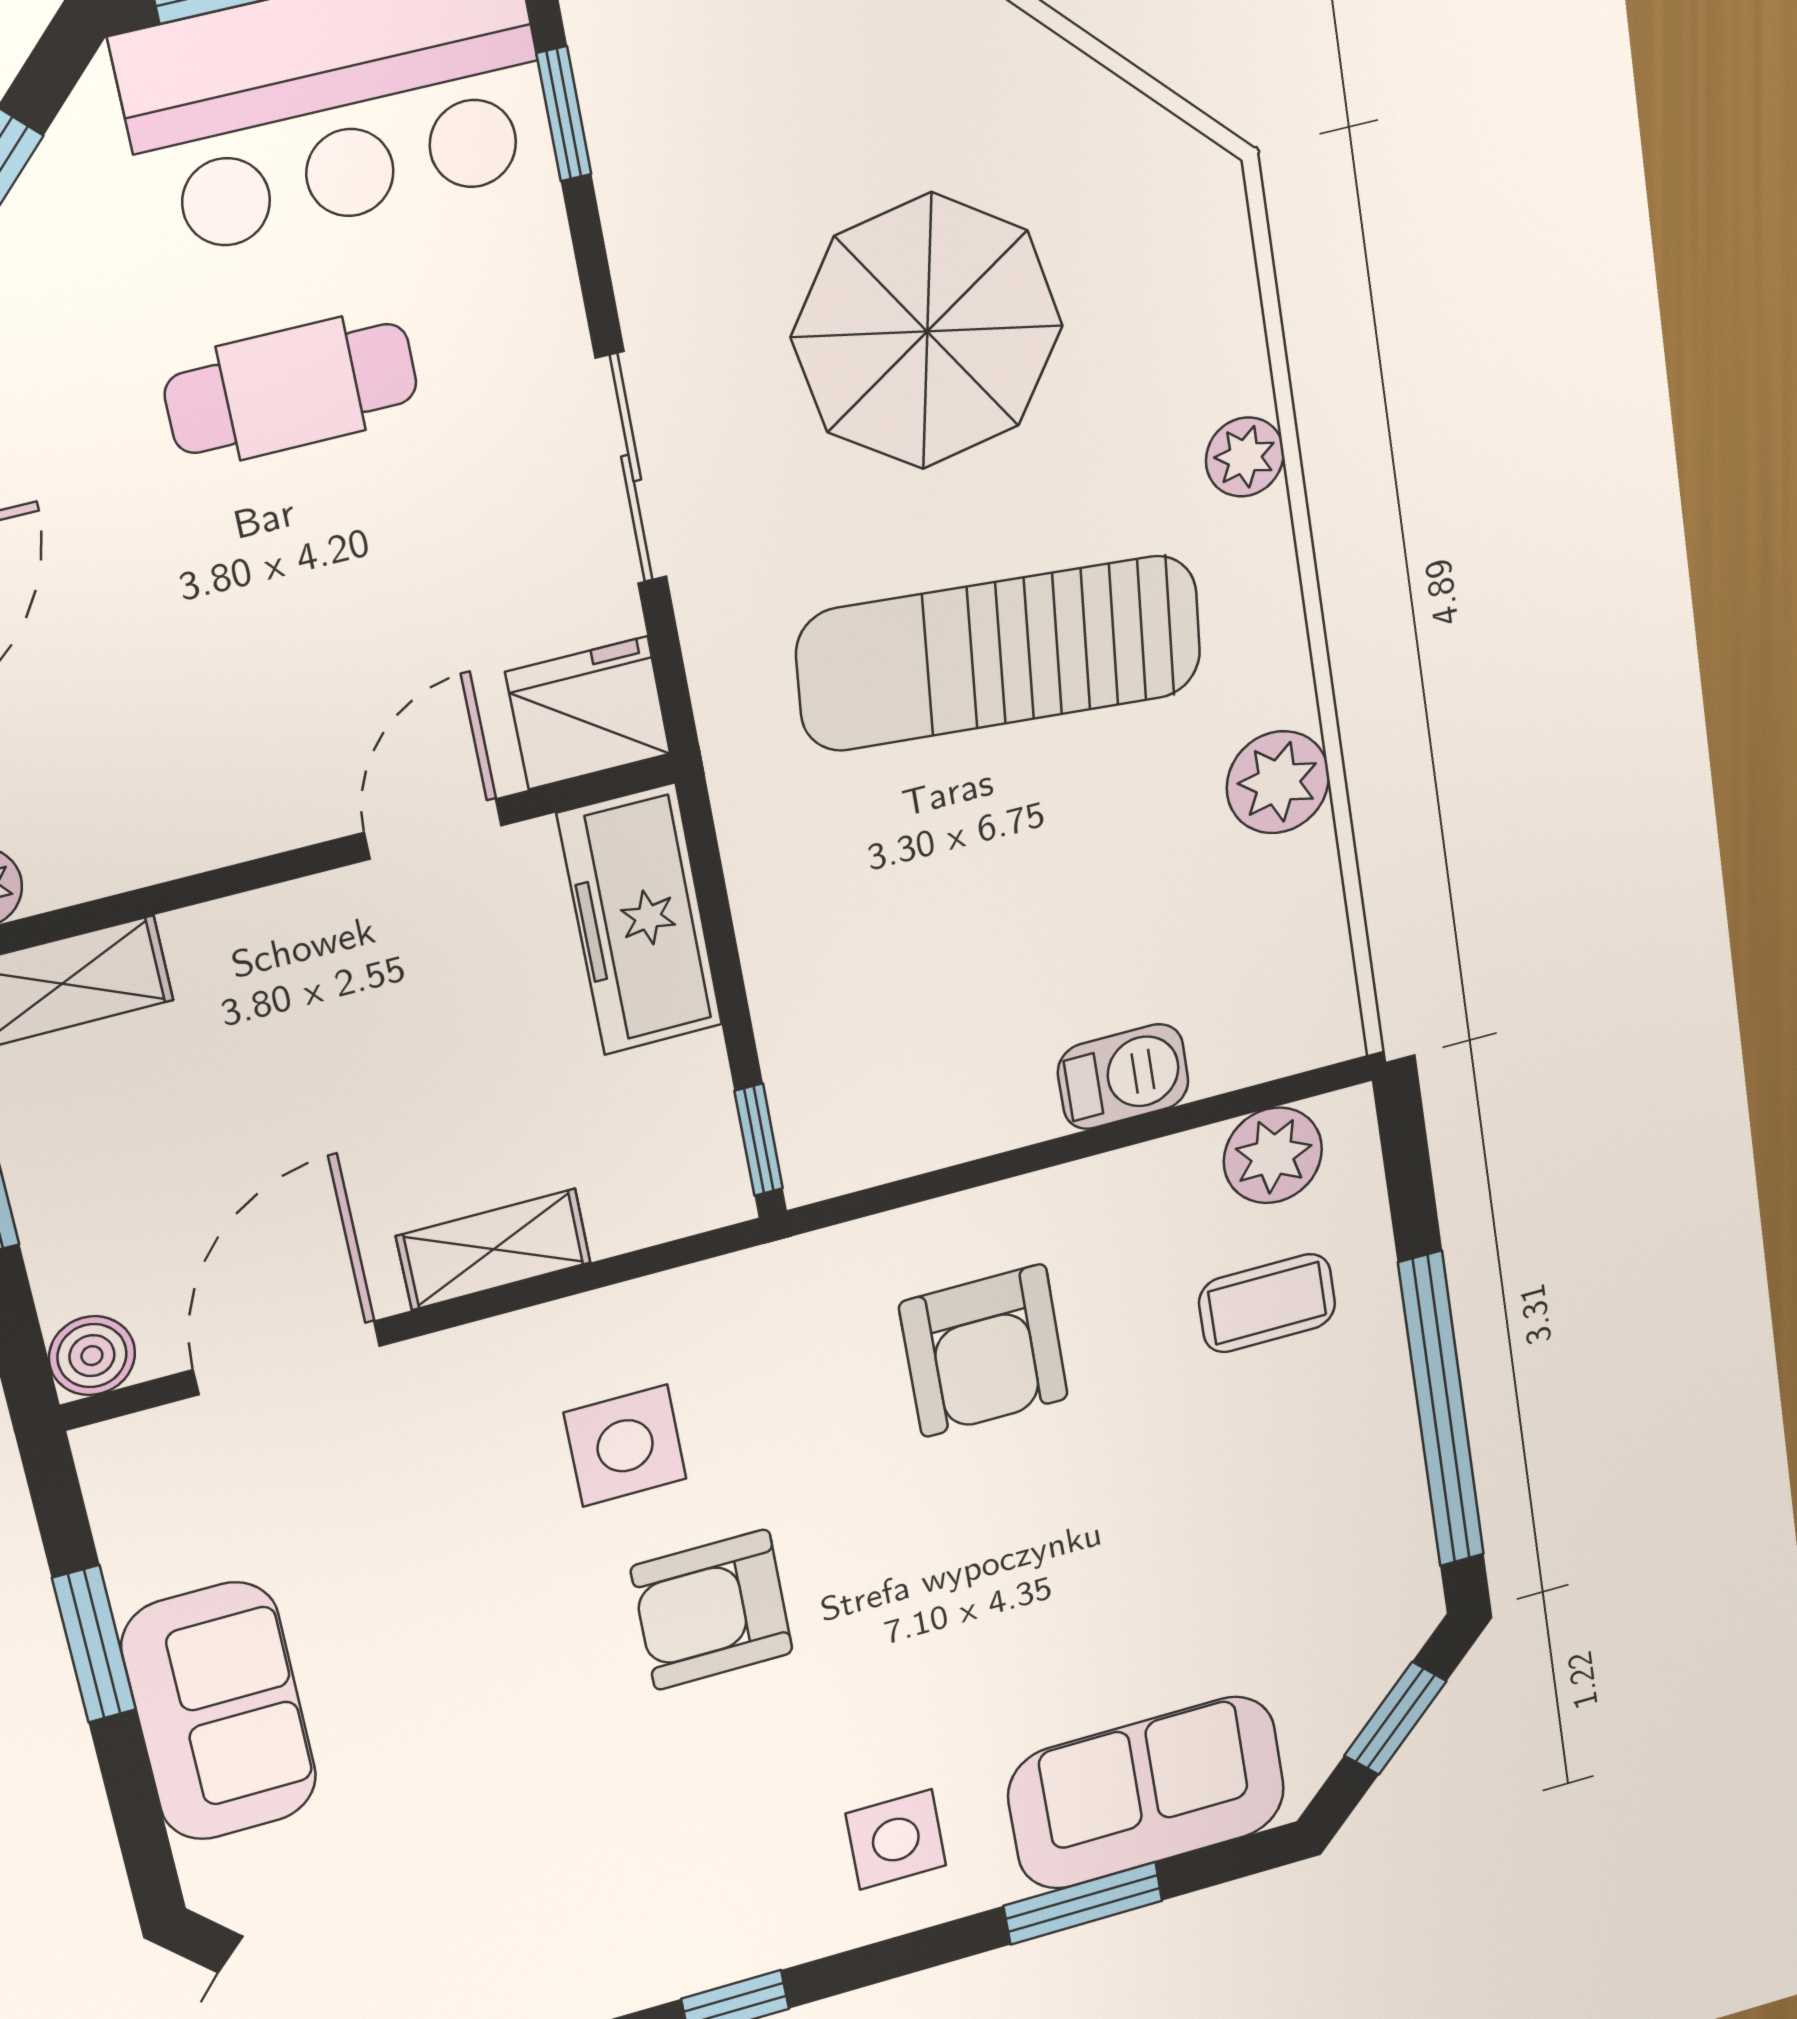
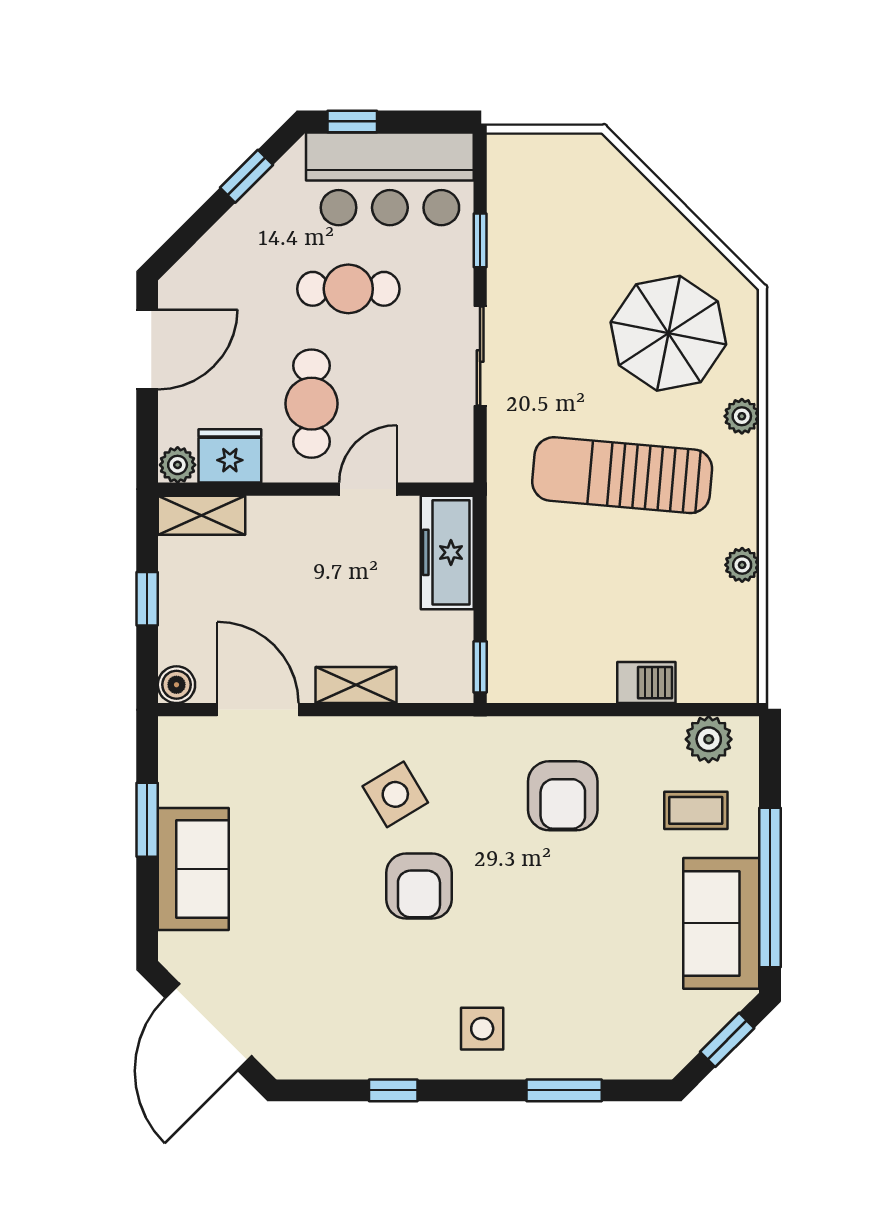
window: (564, 114) -> (480, 240), moved
parasol: (927, 331) -> (668, 333), moved
cafe table: (261, 673) -> (311, 404), added
fridge: (588, 713) -> (230, 456), moved
plant: (1278, 782) -> (742, 565), width x0.73, depth x0.73
door: (287, 1358) -> (258, 710), hinge flipped
side table: (625, 1446) -> (395, 794), turned -31
armchair: (712, 1610) -> (419, 886), turned -90
sofa: (1147, 1793) -> (721, 923), moved, turned -90

